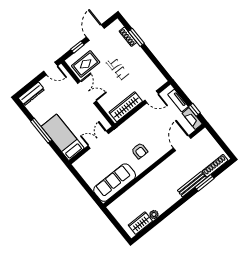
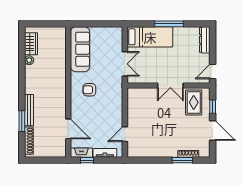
wardrobe: (126, 107) -> (134, 107), removed

